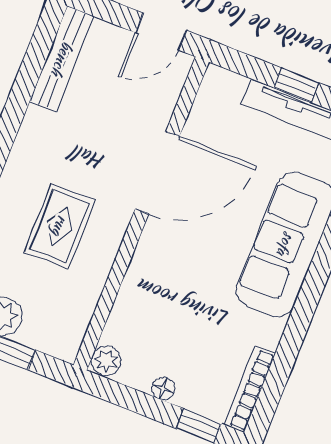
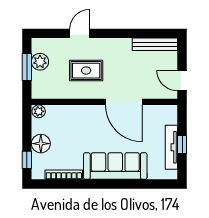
floor lamp: (163, 389) -> (41, 144), width x1.89, depth x1.89
bookcase: (250, 389) -> (64, 175), moved

